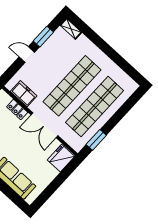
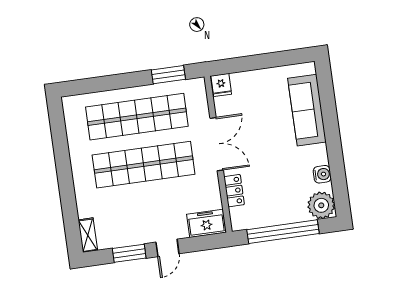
door: (27, 55) -> (167, 248), hinge flipped
freezer: (24, 94) -> (206, 223), moved, turned 90
fridge: (61, 158) -> (221, 85), width x0.53, depth x0.75

